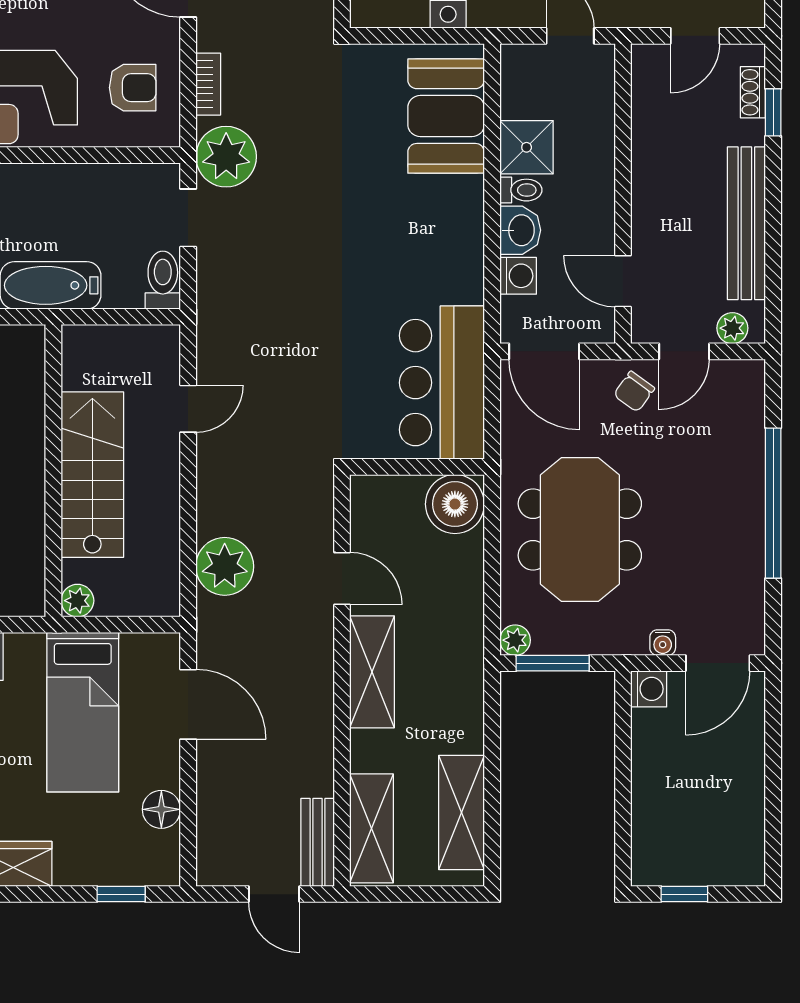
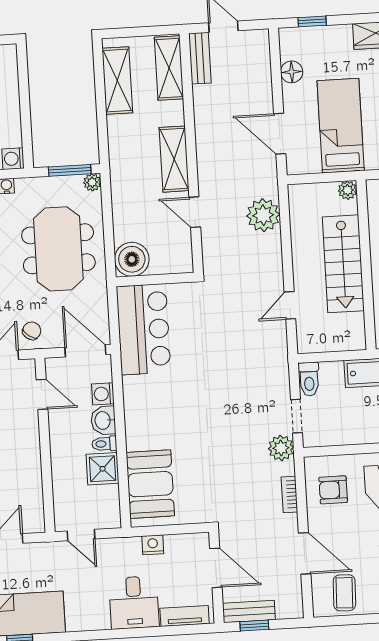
plant: (226, 157) -> (281, 448), width x0.73, depth x0.73

